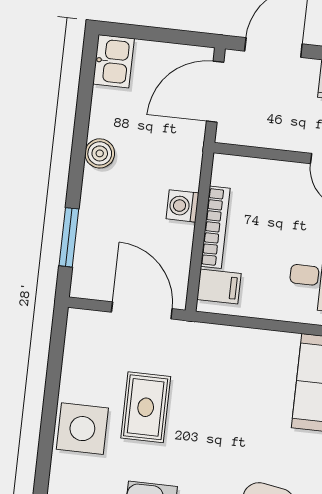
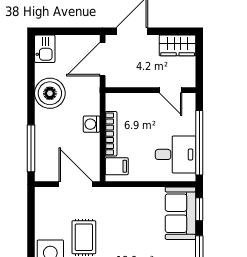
boiler: (100, 153) -> (50, 93), width x1.86, depth x1.86
window: (69, 237) -> (31, 148), width x1.44

